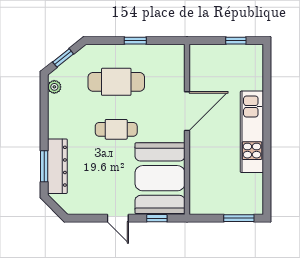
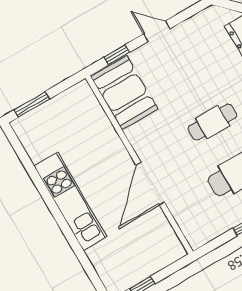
booth: (160, 178) -> (124, 93), width x0.73, depth x0.70

